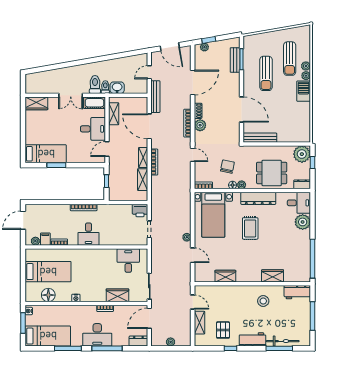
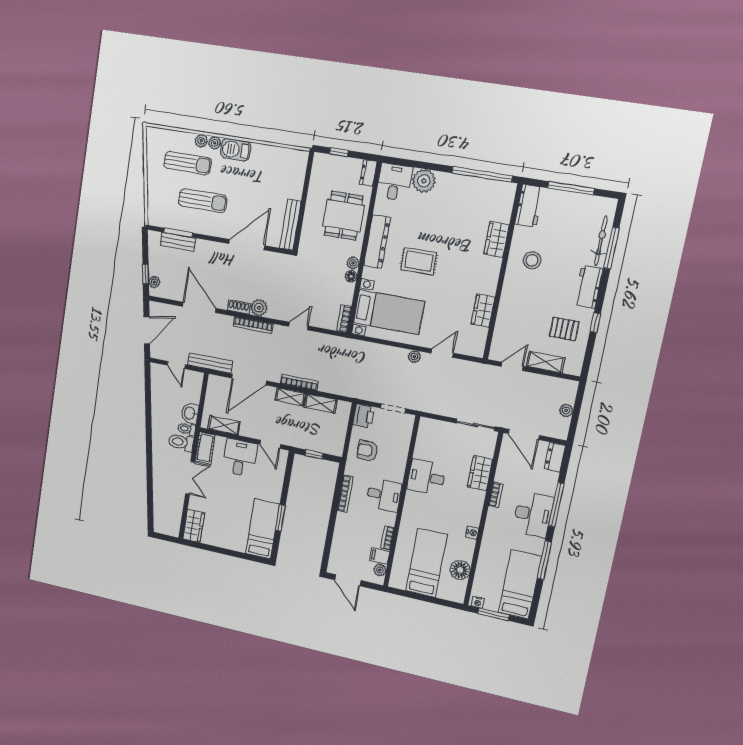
plant: (302, 154) -> (324, 166), removed
chair: (227, 167) -> (323, 279), removed
armchair: (117, 217) -> (367, 451), added
desk: (128, 261) -> (427, 477), moved

